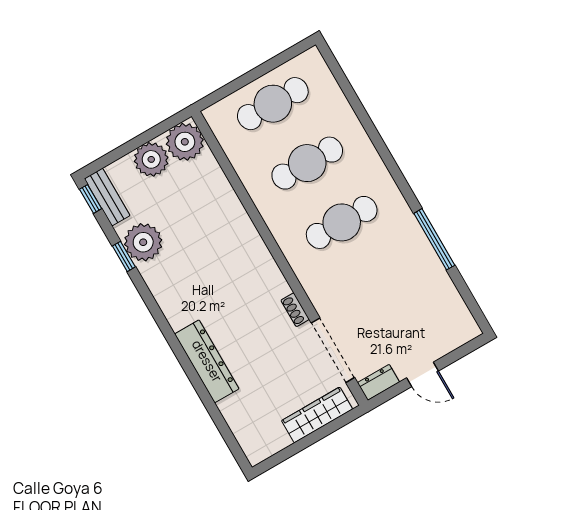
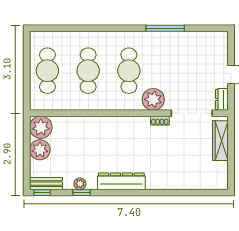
plant: (143, 242) -> (80, 184), width x0.53, depth x0.53
plant: (320, 282) -> (153, 99), added
dresser: (207, 361) -> (121, 181), moved

